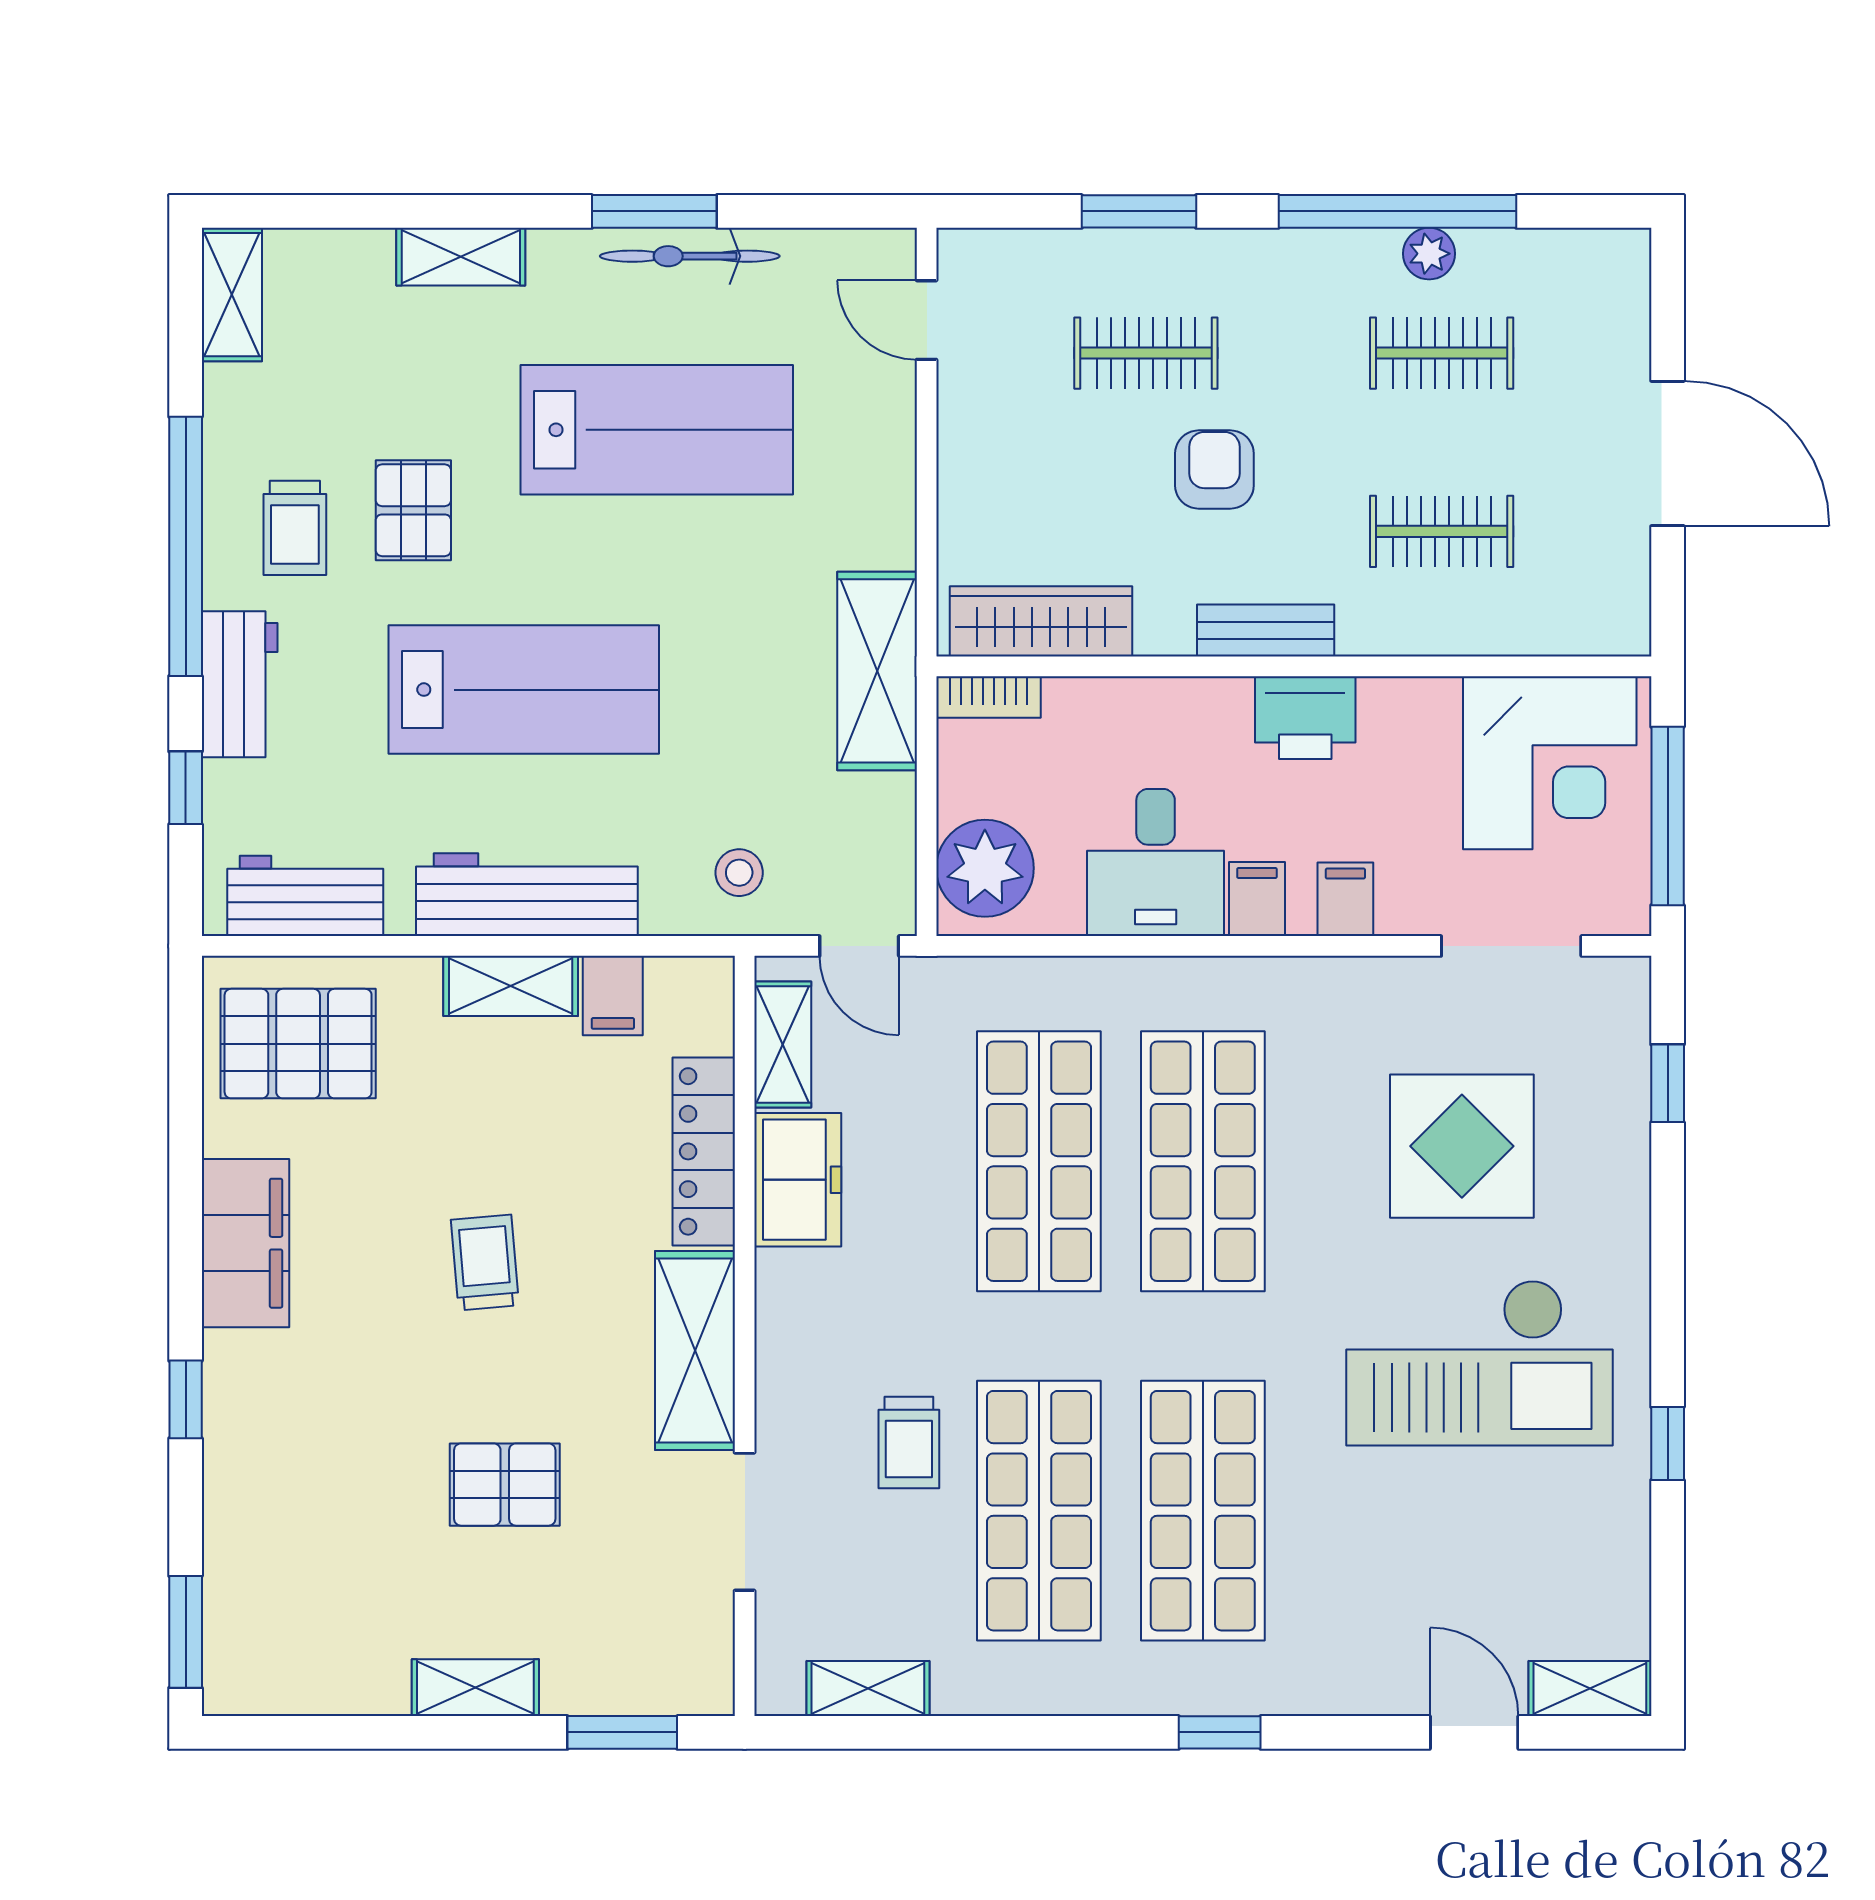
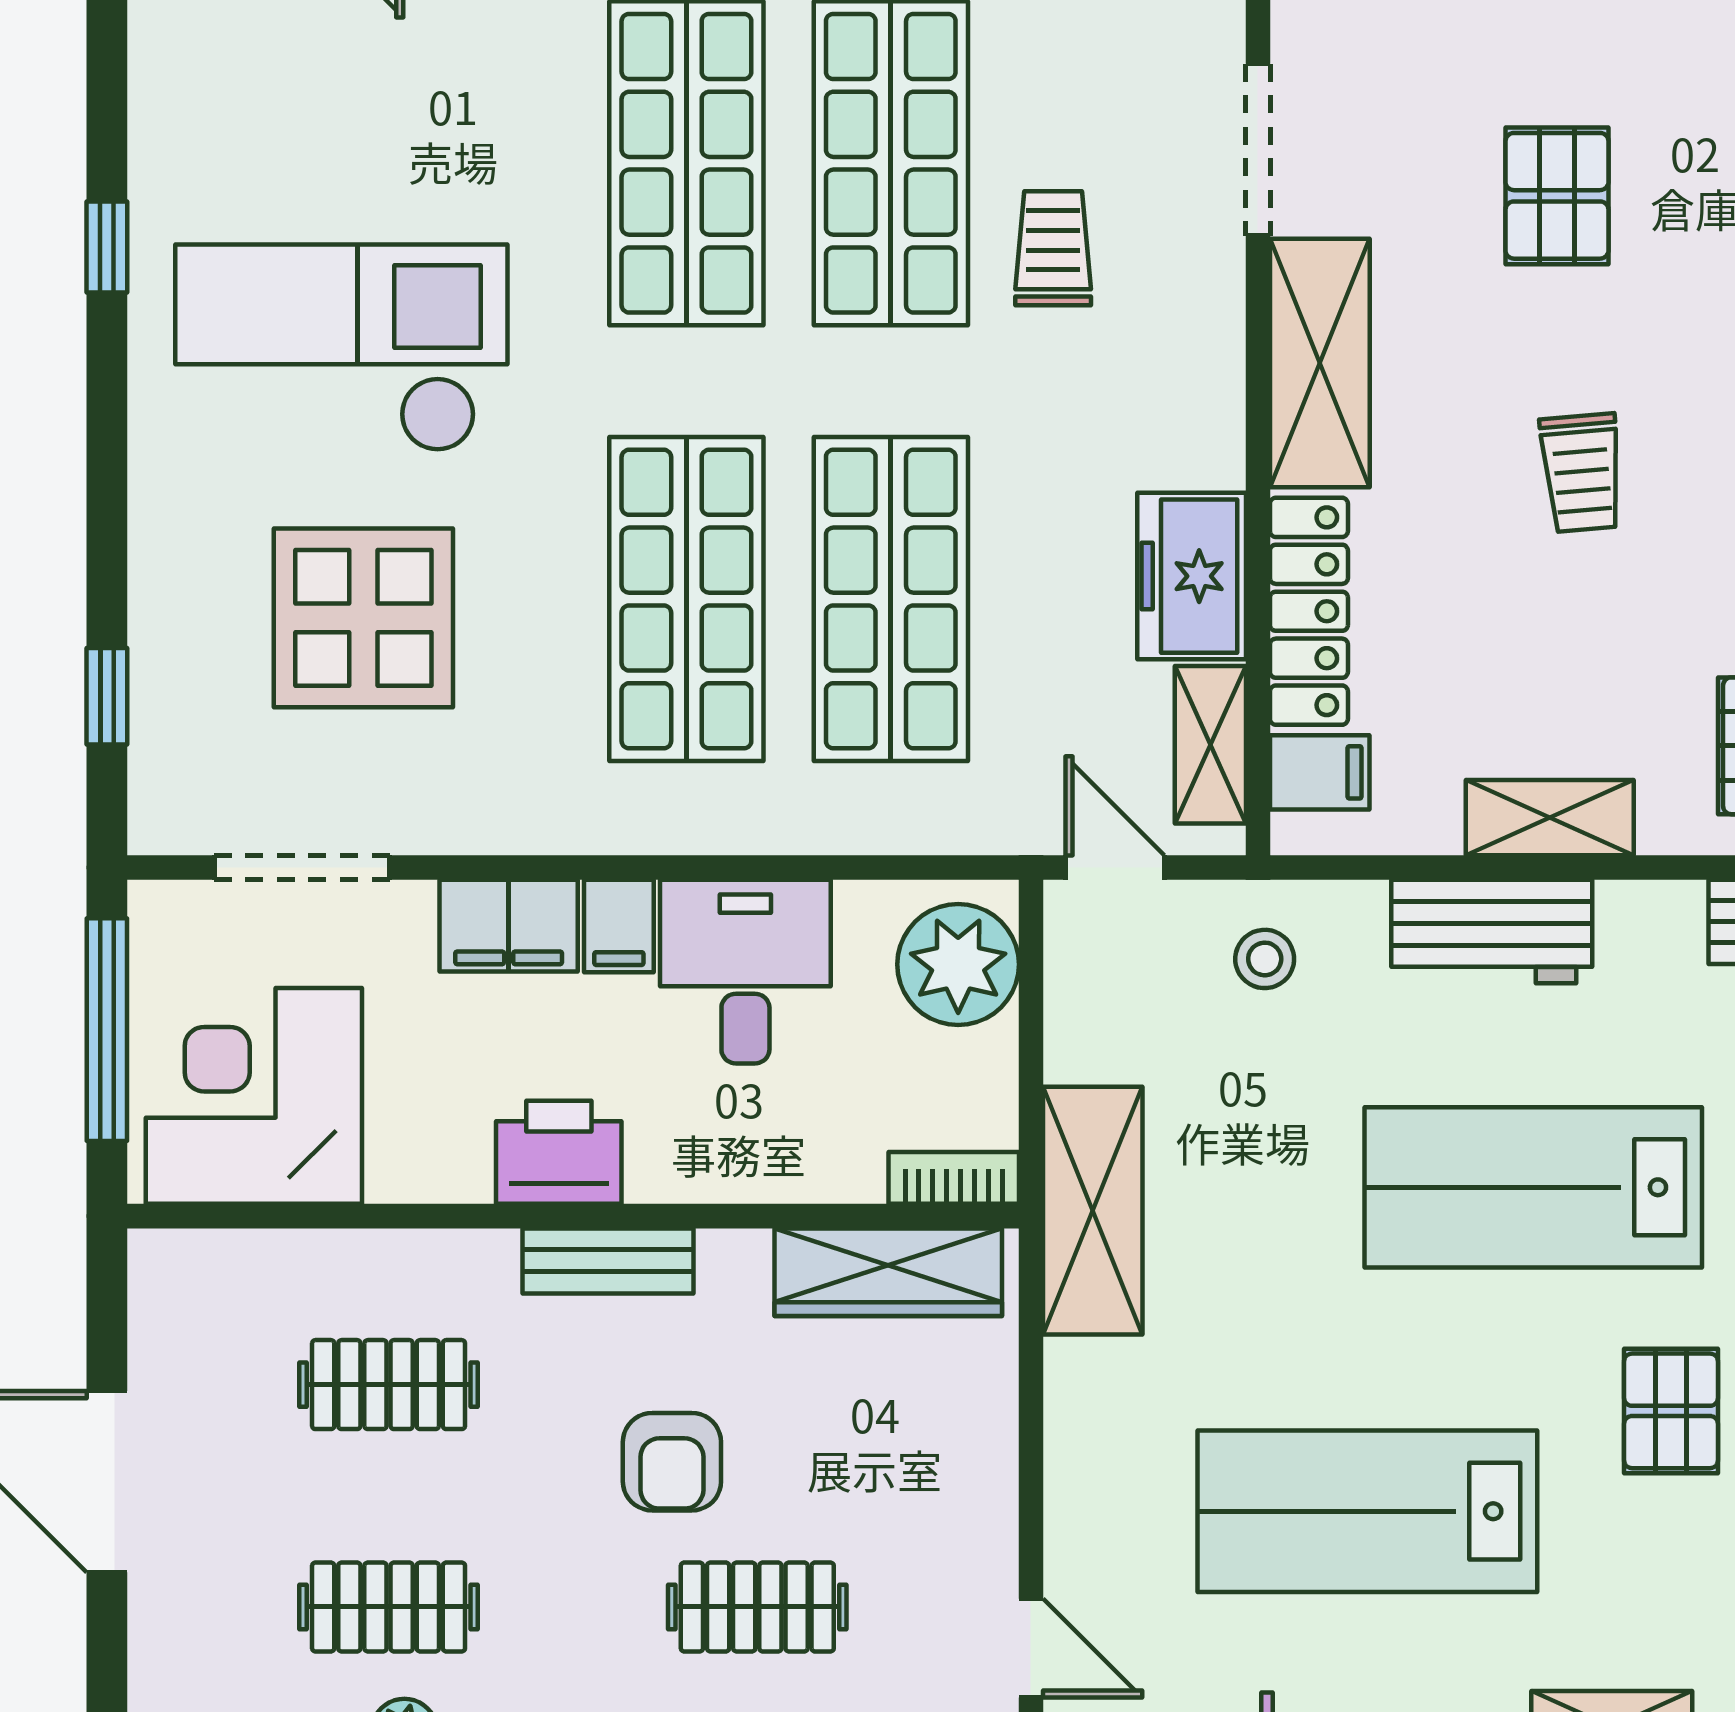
workbench: (527, 895) -> (1492, 932), width x0.73
filing cabinet: (1345, 899) -> (509, 926), width x2.00
filing cabinet: (613, 996) -> (1320, 772), moved, turned 90
pallet: (505, 1485) -> (1557, 196), turned 90

